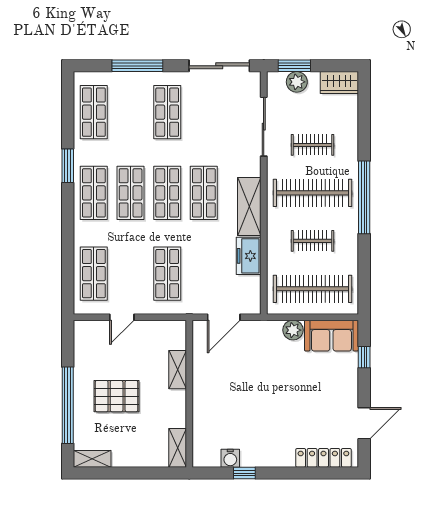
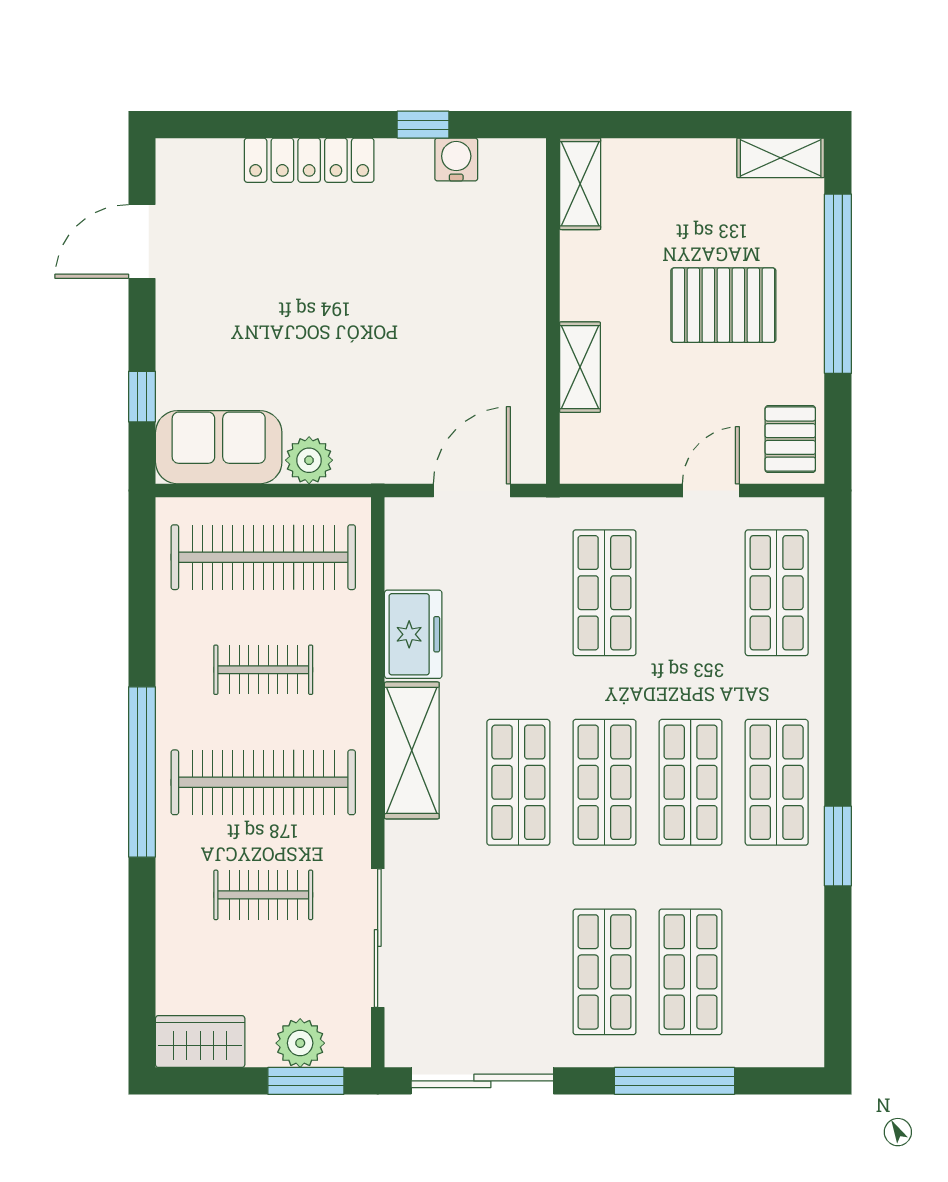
shop shelf: (94, 112) -> (691, 972), moved
pallet: (88, 339) -> (790, 439), added
locker: (323, 458) -> (309, 160), moved

